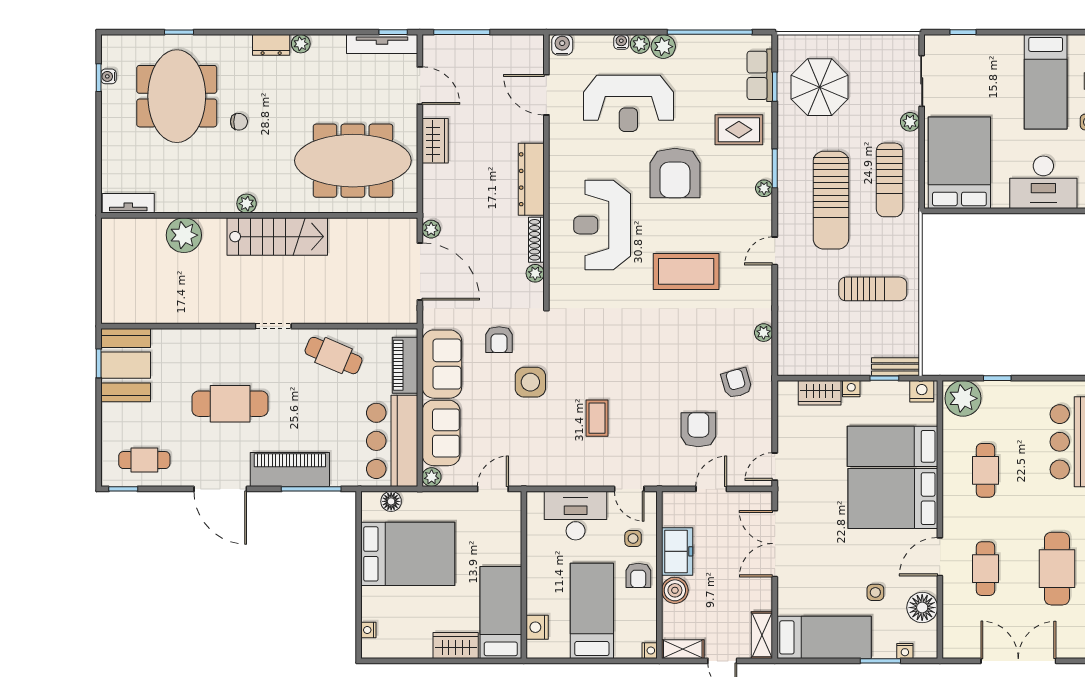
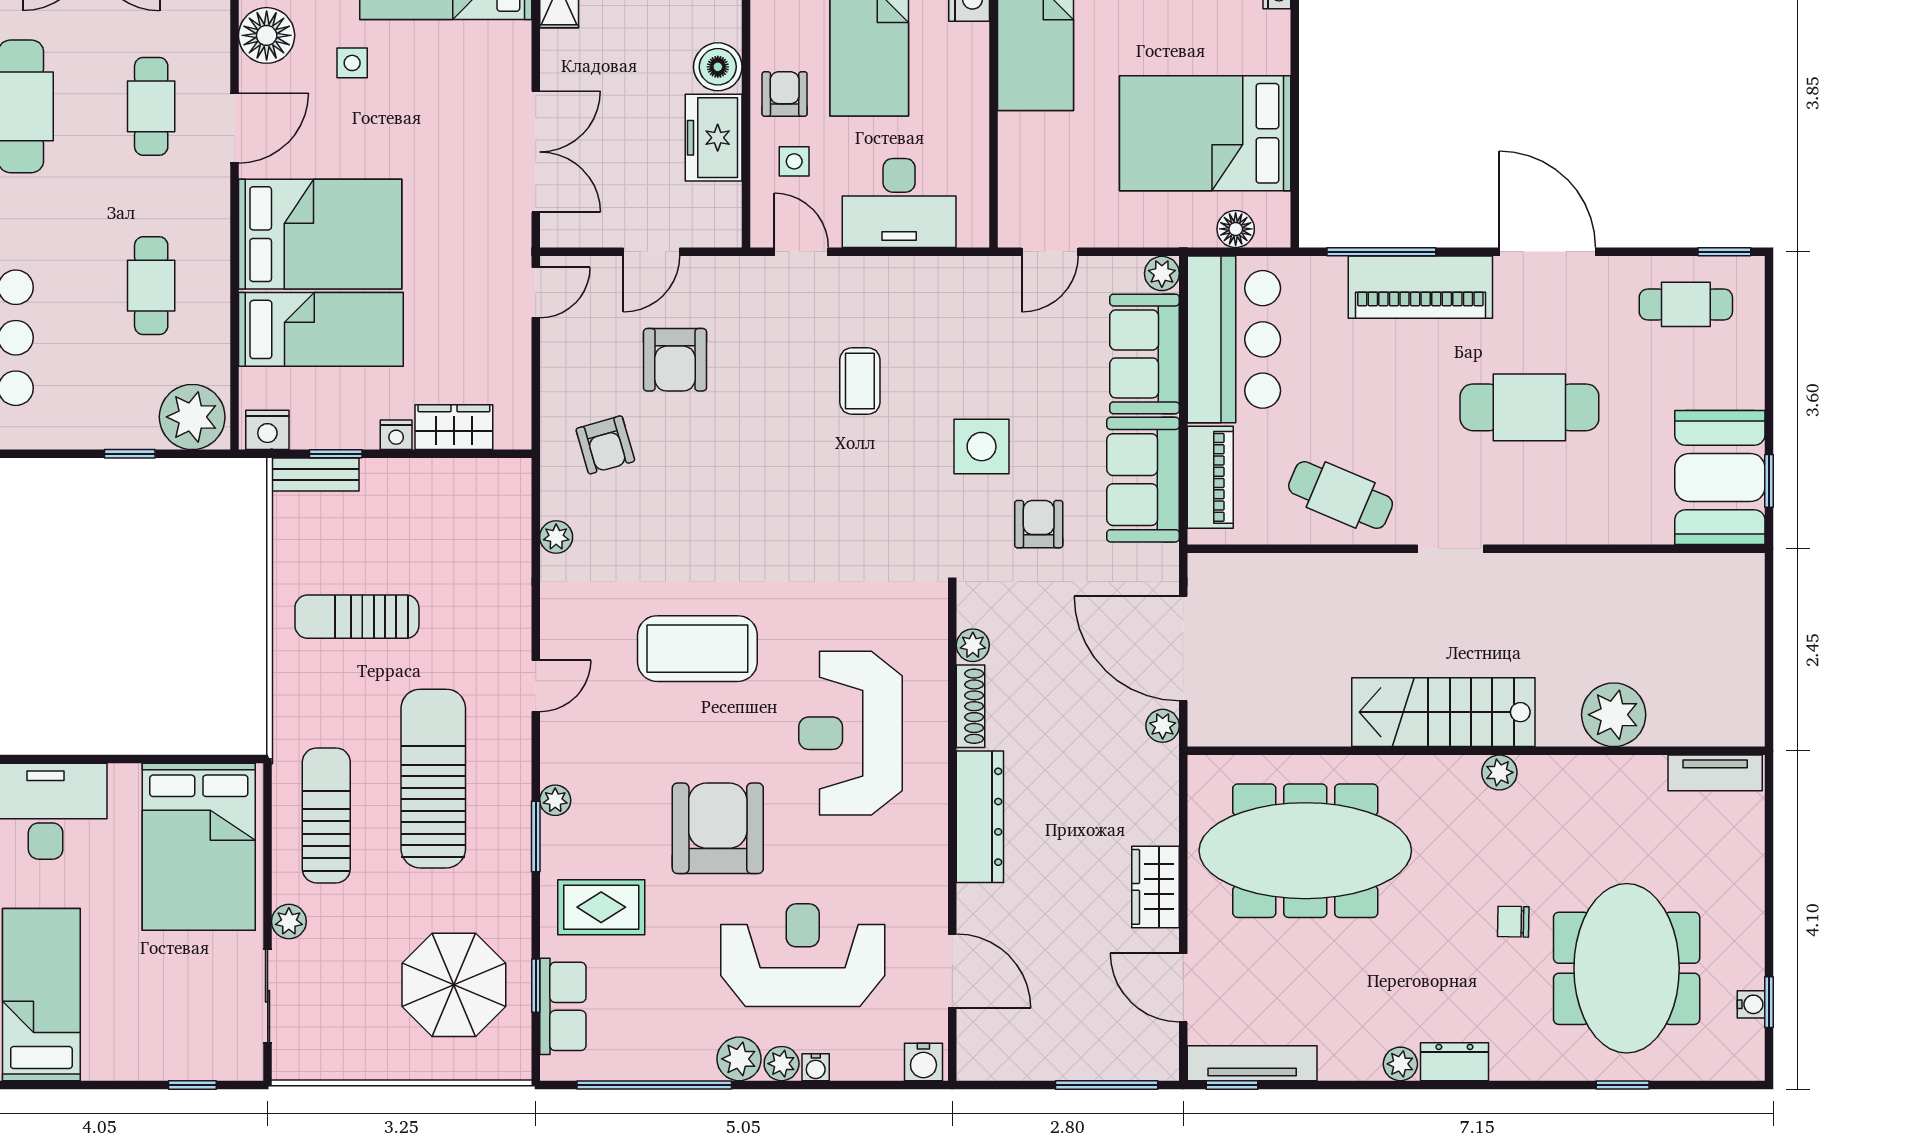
reception desk: (602, 225) -> (851, 733), turned 180

